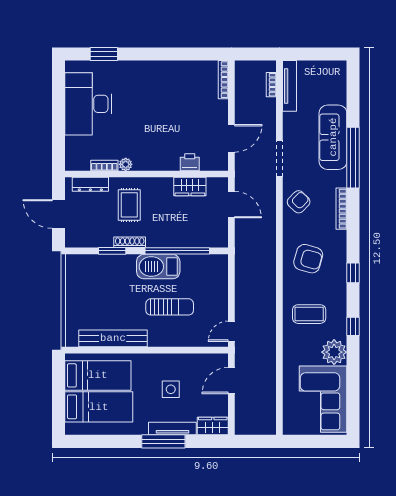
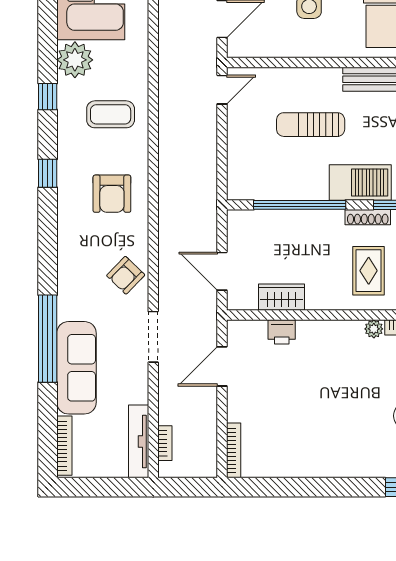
bookcase: (341, 209) -> (64, 446), moved
armchair: (308, 259) -> (112, 194), turned -106
barbecue: (158, 267) -> (360, 182), moved

